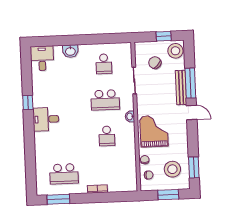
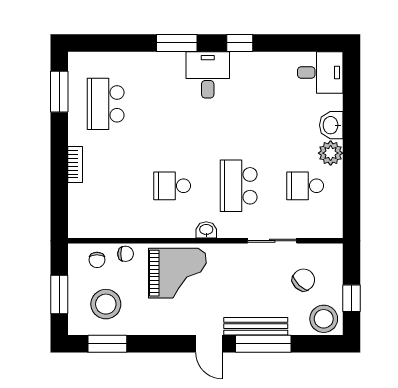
plant: (85, 51) -> (331, 153), added
door: (192, 112) -> (209, 344), hinge flipped
window: (29, 137) -> (177, 43), added

